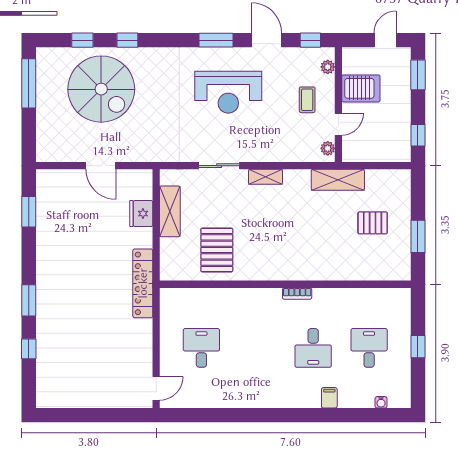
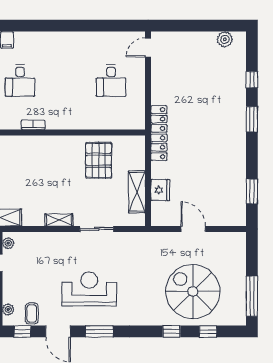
coffee table: (307, 100) -> (32, 313), moved
desk: (313, 348) -> (20, 80), turned 180
plant: (62, 398) -> (225, 39), added

